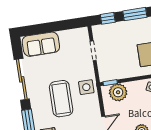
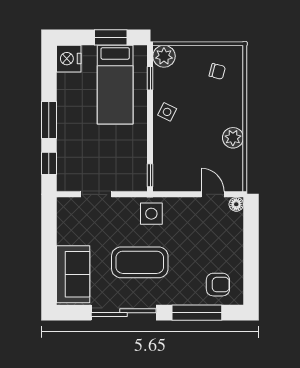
plant: (118, 92) -> (167, 165), removed
coffee table: (61, 99) -> (140, 262), moved

